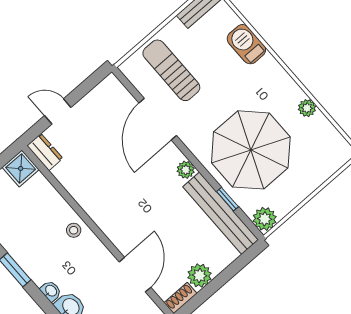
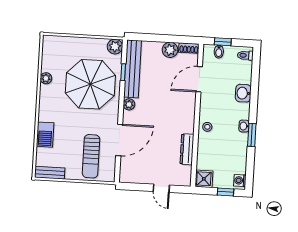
dresser: (45, 152) -> (187, 149), moved, width x1.44
washbasin: (51, 291) -> (244, 126), moved

